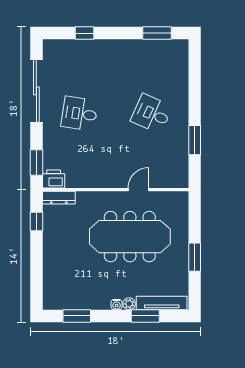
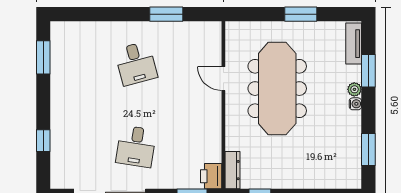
desk: (152, 114) -> (136, 64), turned -39
tv unit: (162, 303) -> (354, 44), width x0.71

